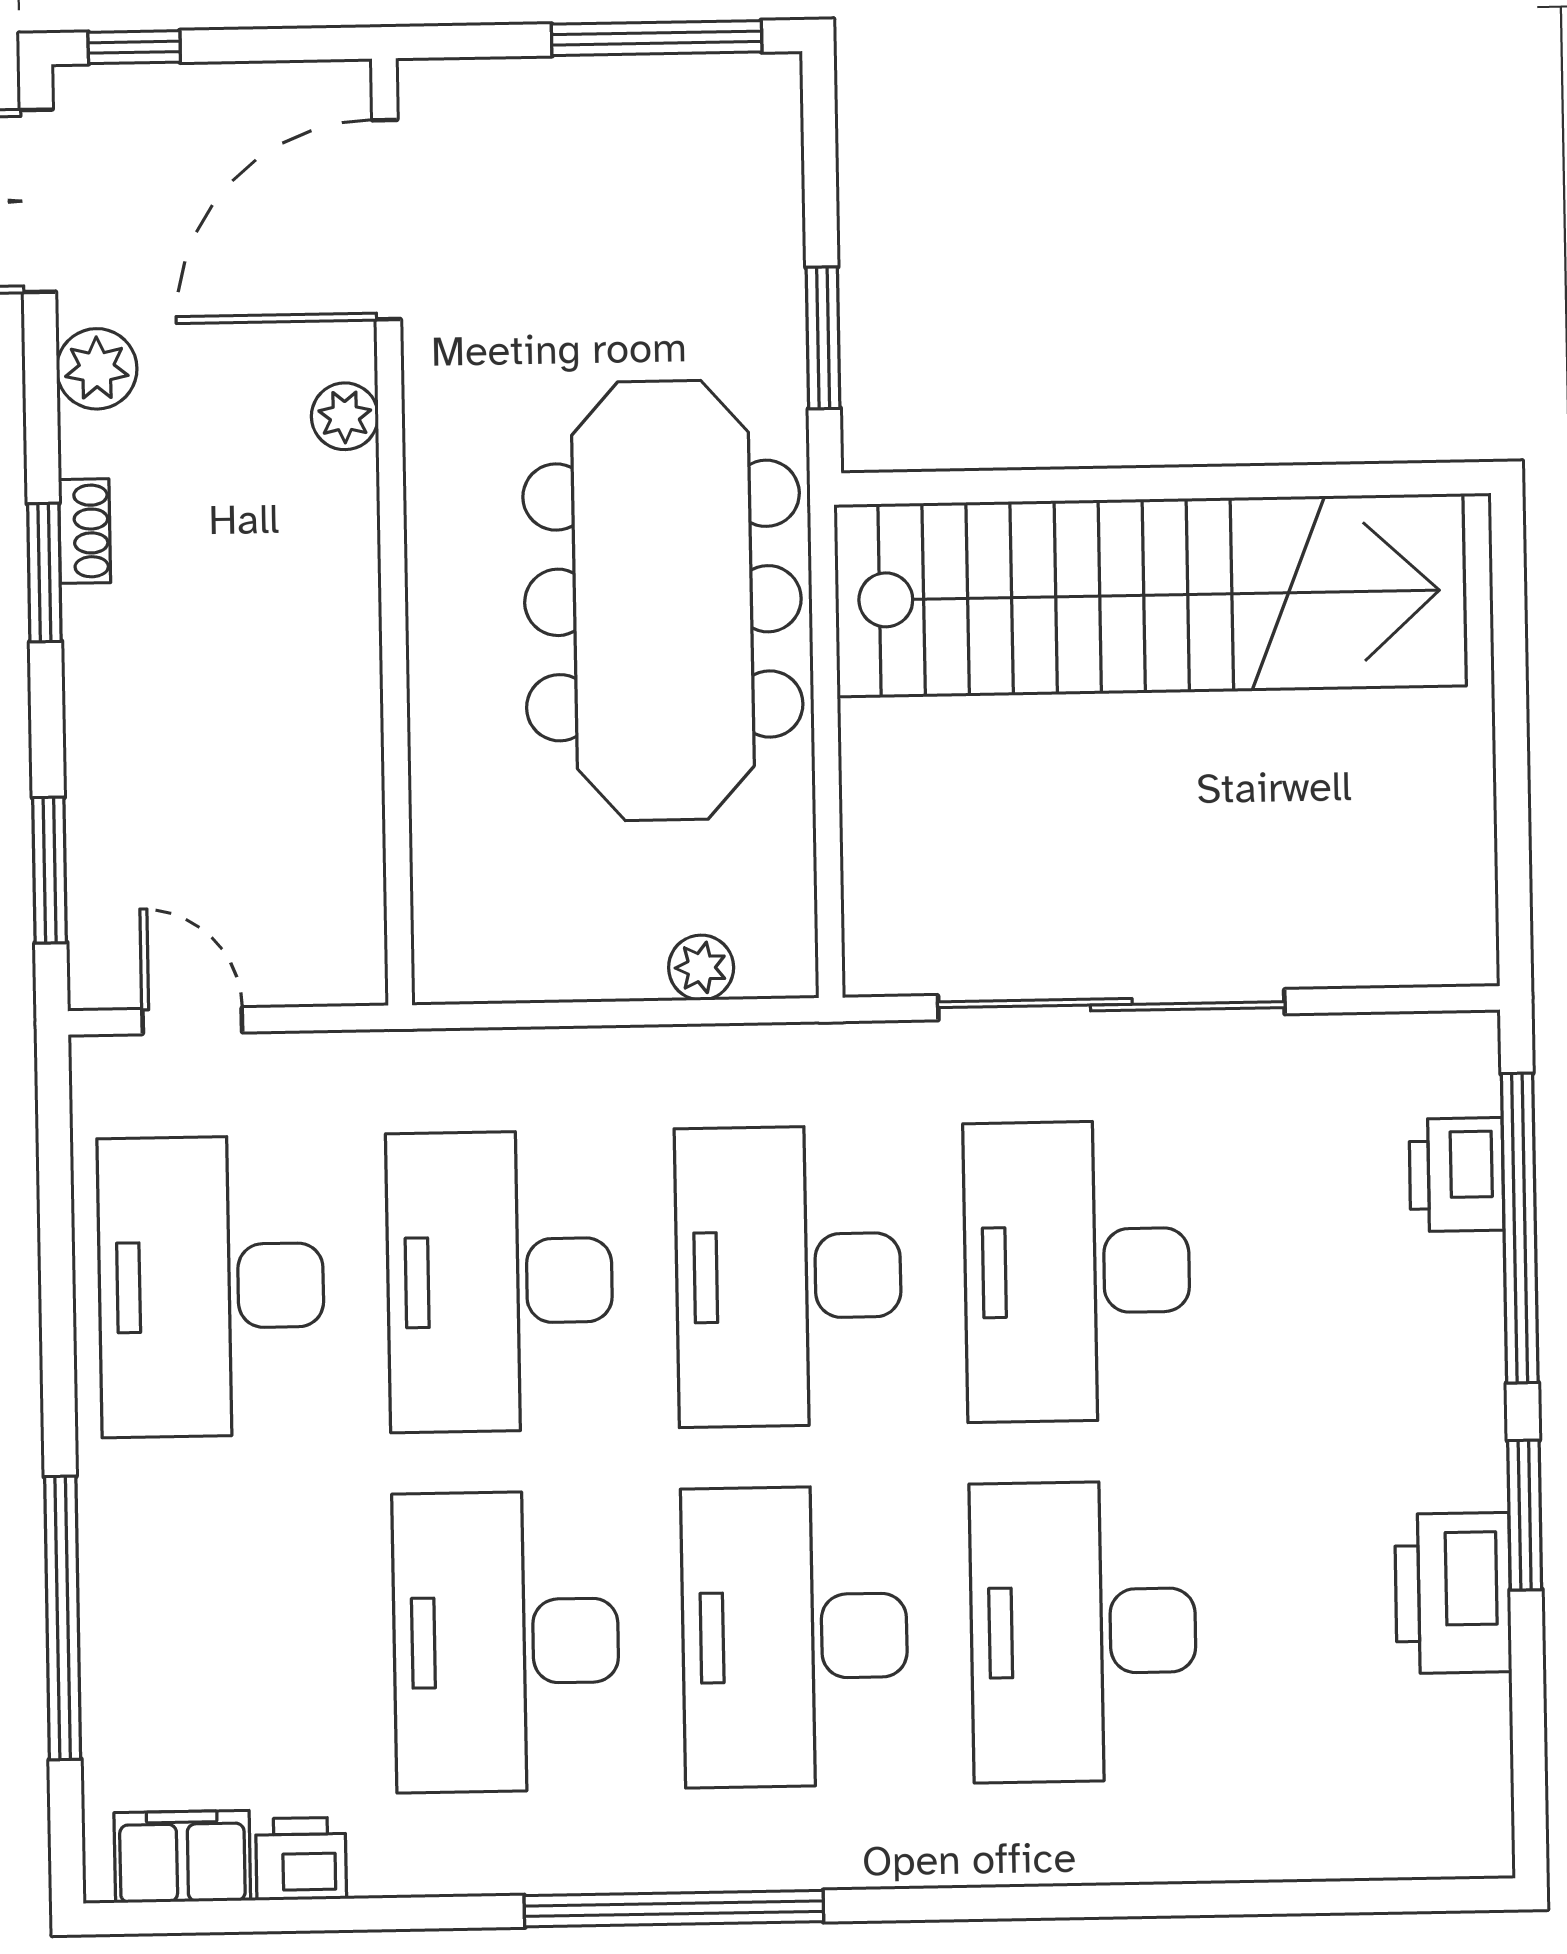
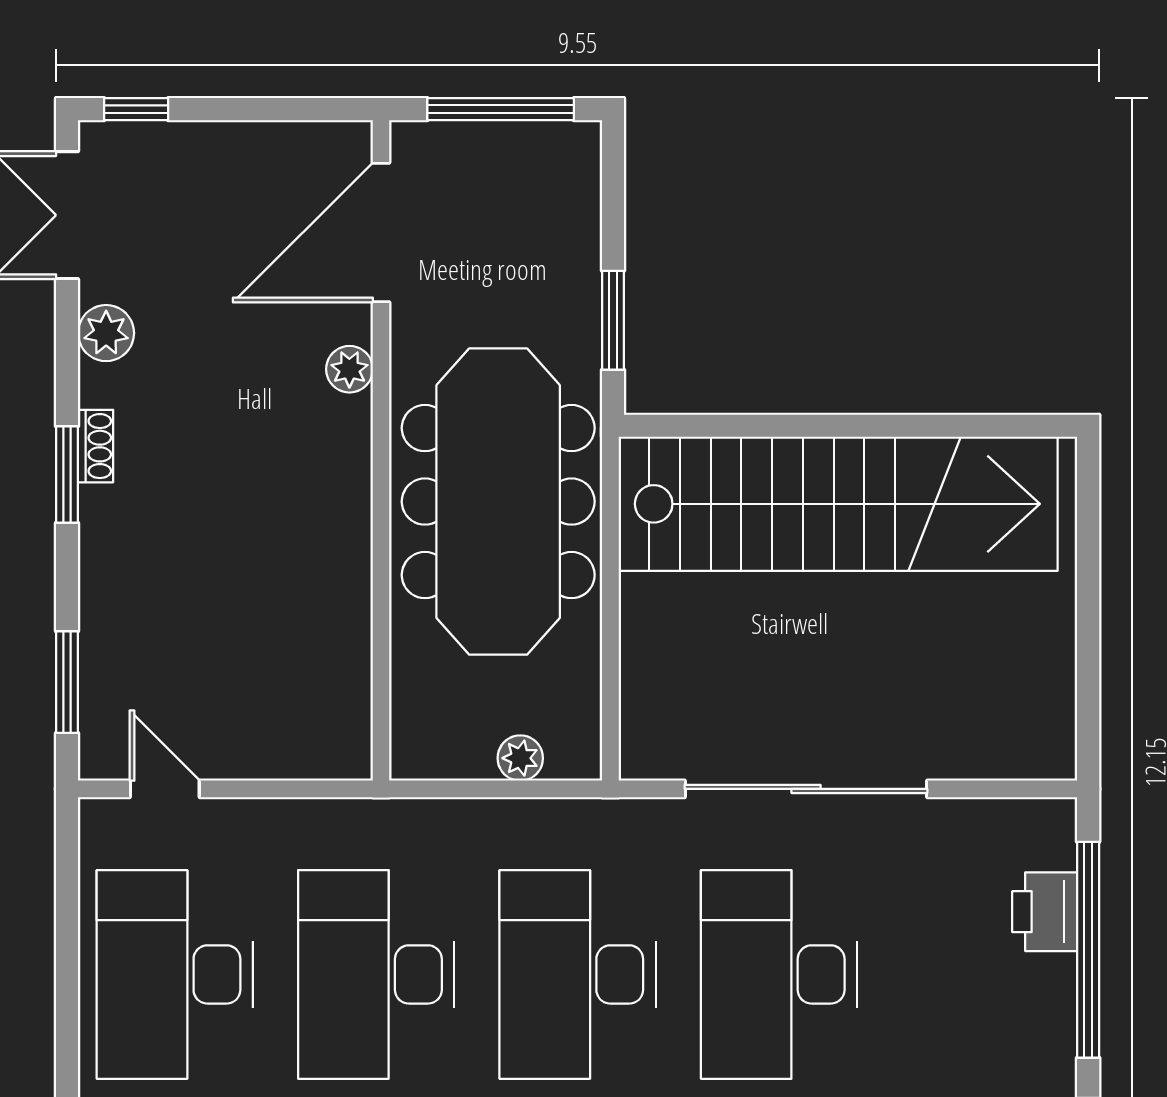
door: (387, 220) -> (381, 233), moved
plant: (345, 416) -> (349, 369), moved
wall: (392, 532) -> (381, 450), moved

